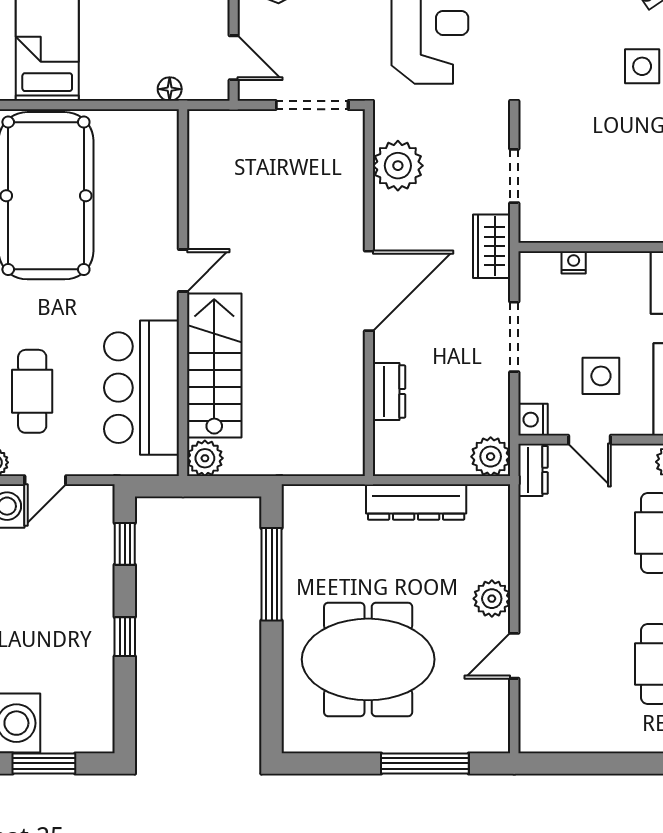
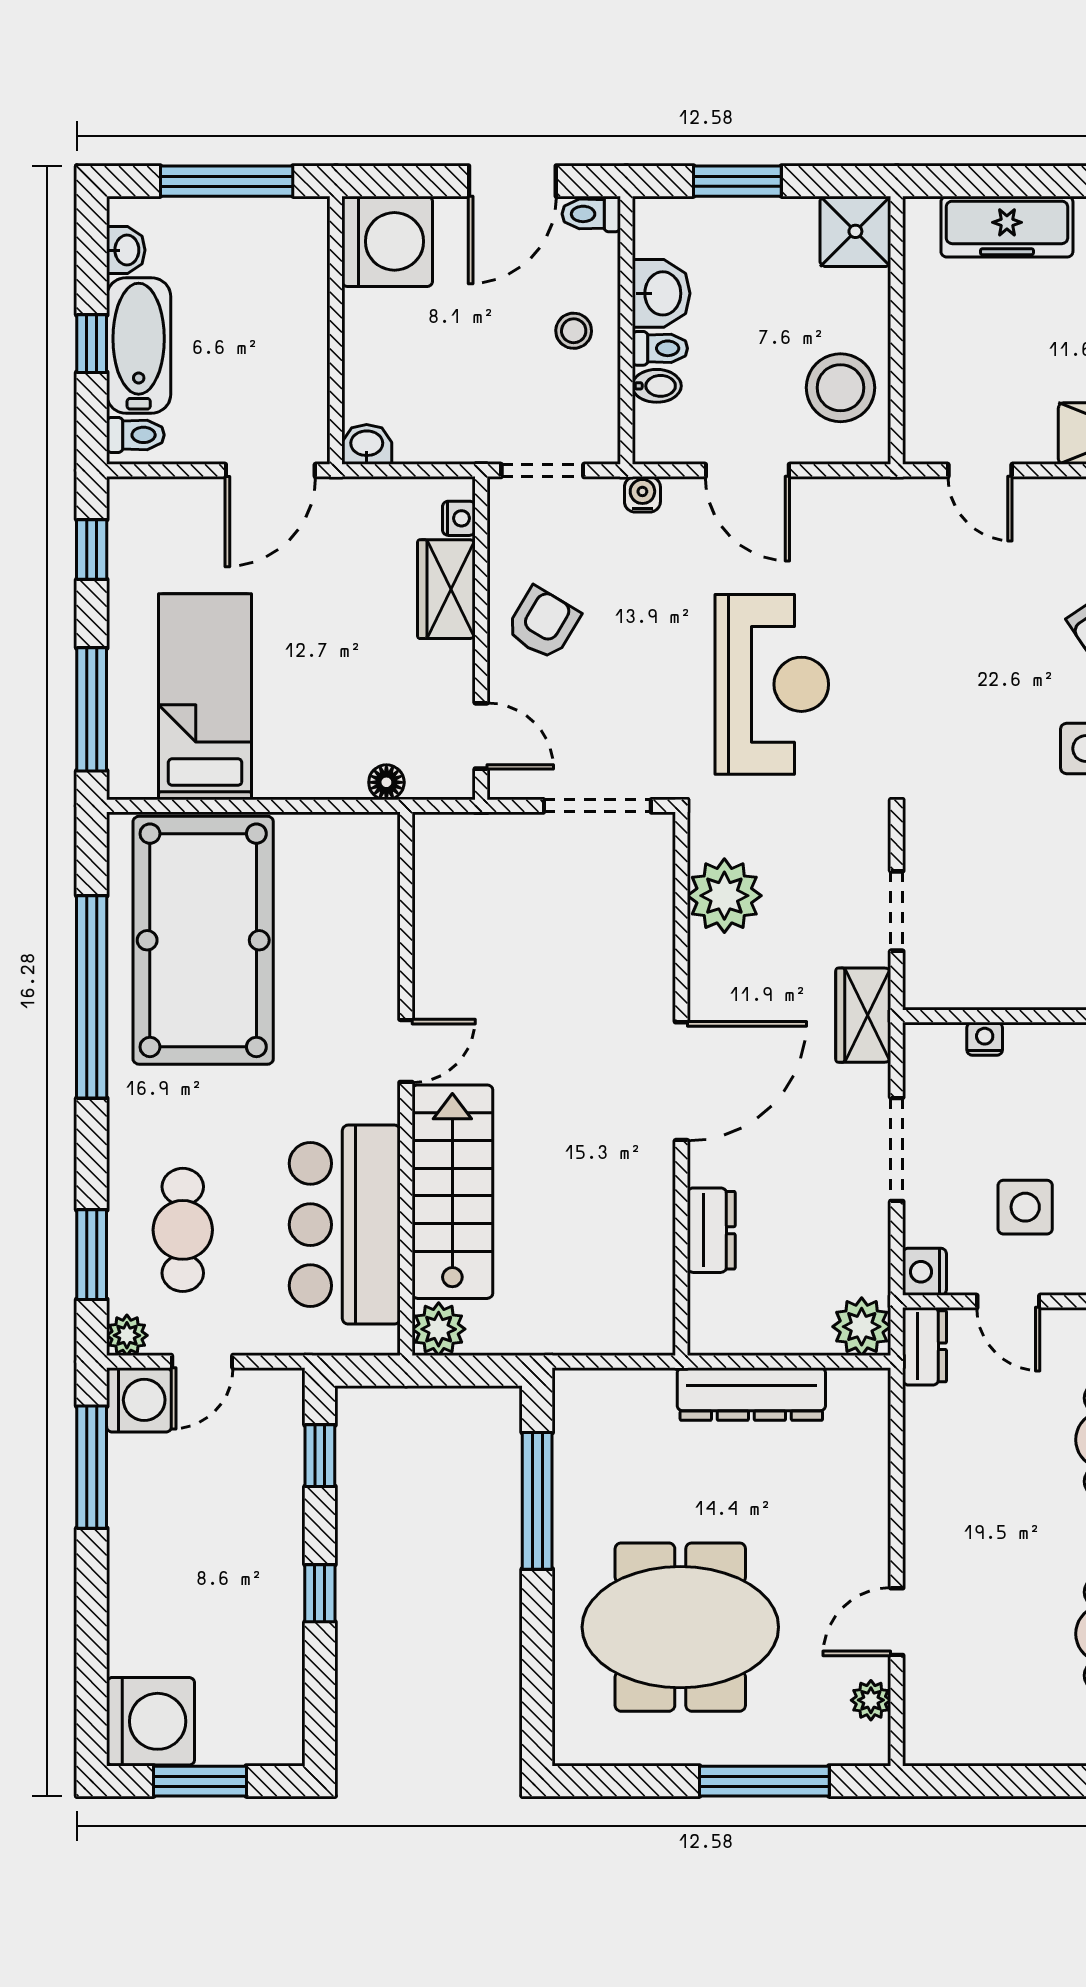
plant: (492, 599) -> (871, 1700), moved, width x0.73, depth x0.73

